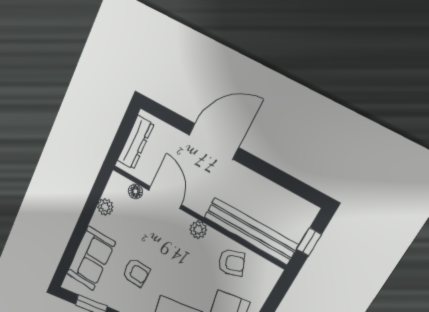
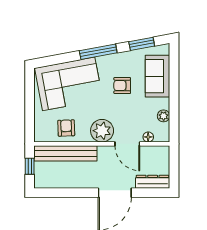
dresser: (135, 142) -> (153, 182), moved, turned 90
plant: (198, 230) -> (102, 131), width x1.87, depth x1.87
armchair: (232, 263) -> (66, 128), turned 108

